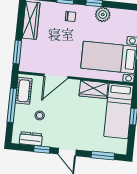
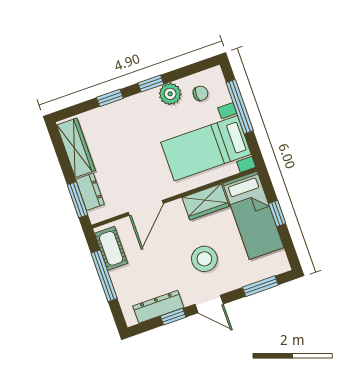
chair: (71, 16) -> (200, 93), moved
dresser: (27, 51) -> (90, 192), added
stool: (40, 115) -> (204, 259), moved, width x1.89, depth x1.89
dresser: (31, 139) -> (158, 307), width x1.44

